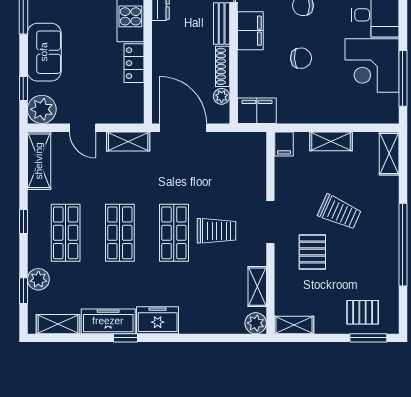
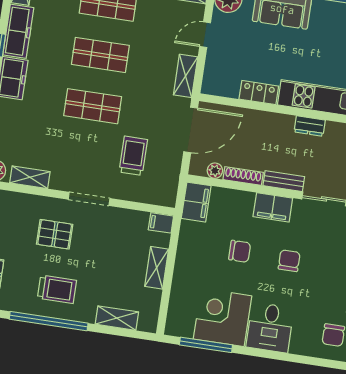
chair: (301, 58) -> (240, 251), turned -87
shelving: (389, 153) -> (117, 318), moved
trolley: (340, 212) -> (57, 289), moved, turned -114
trolley: (216, 231) -> (133, 156), moved, turned 180

